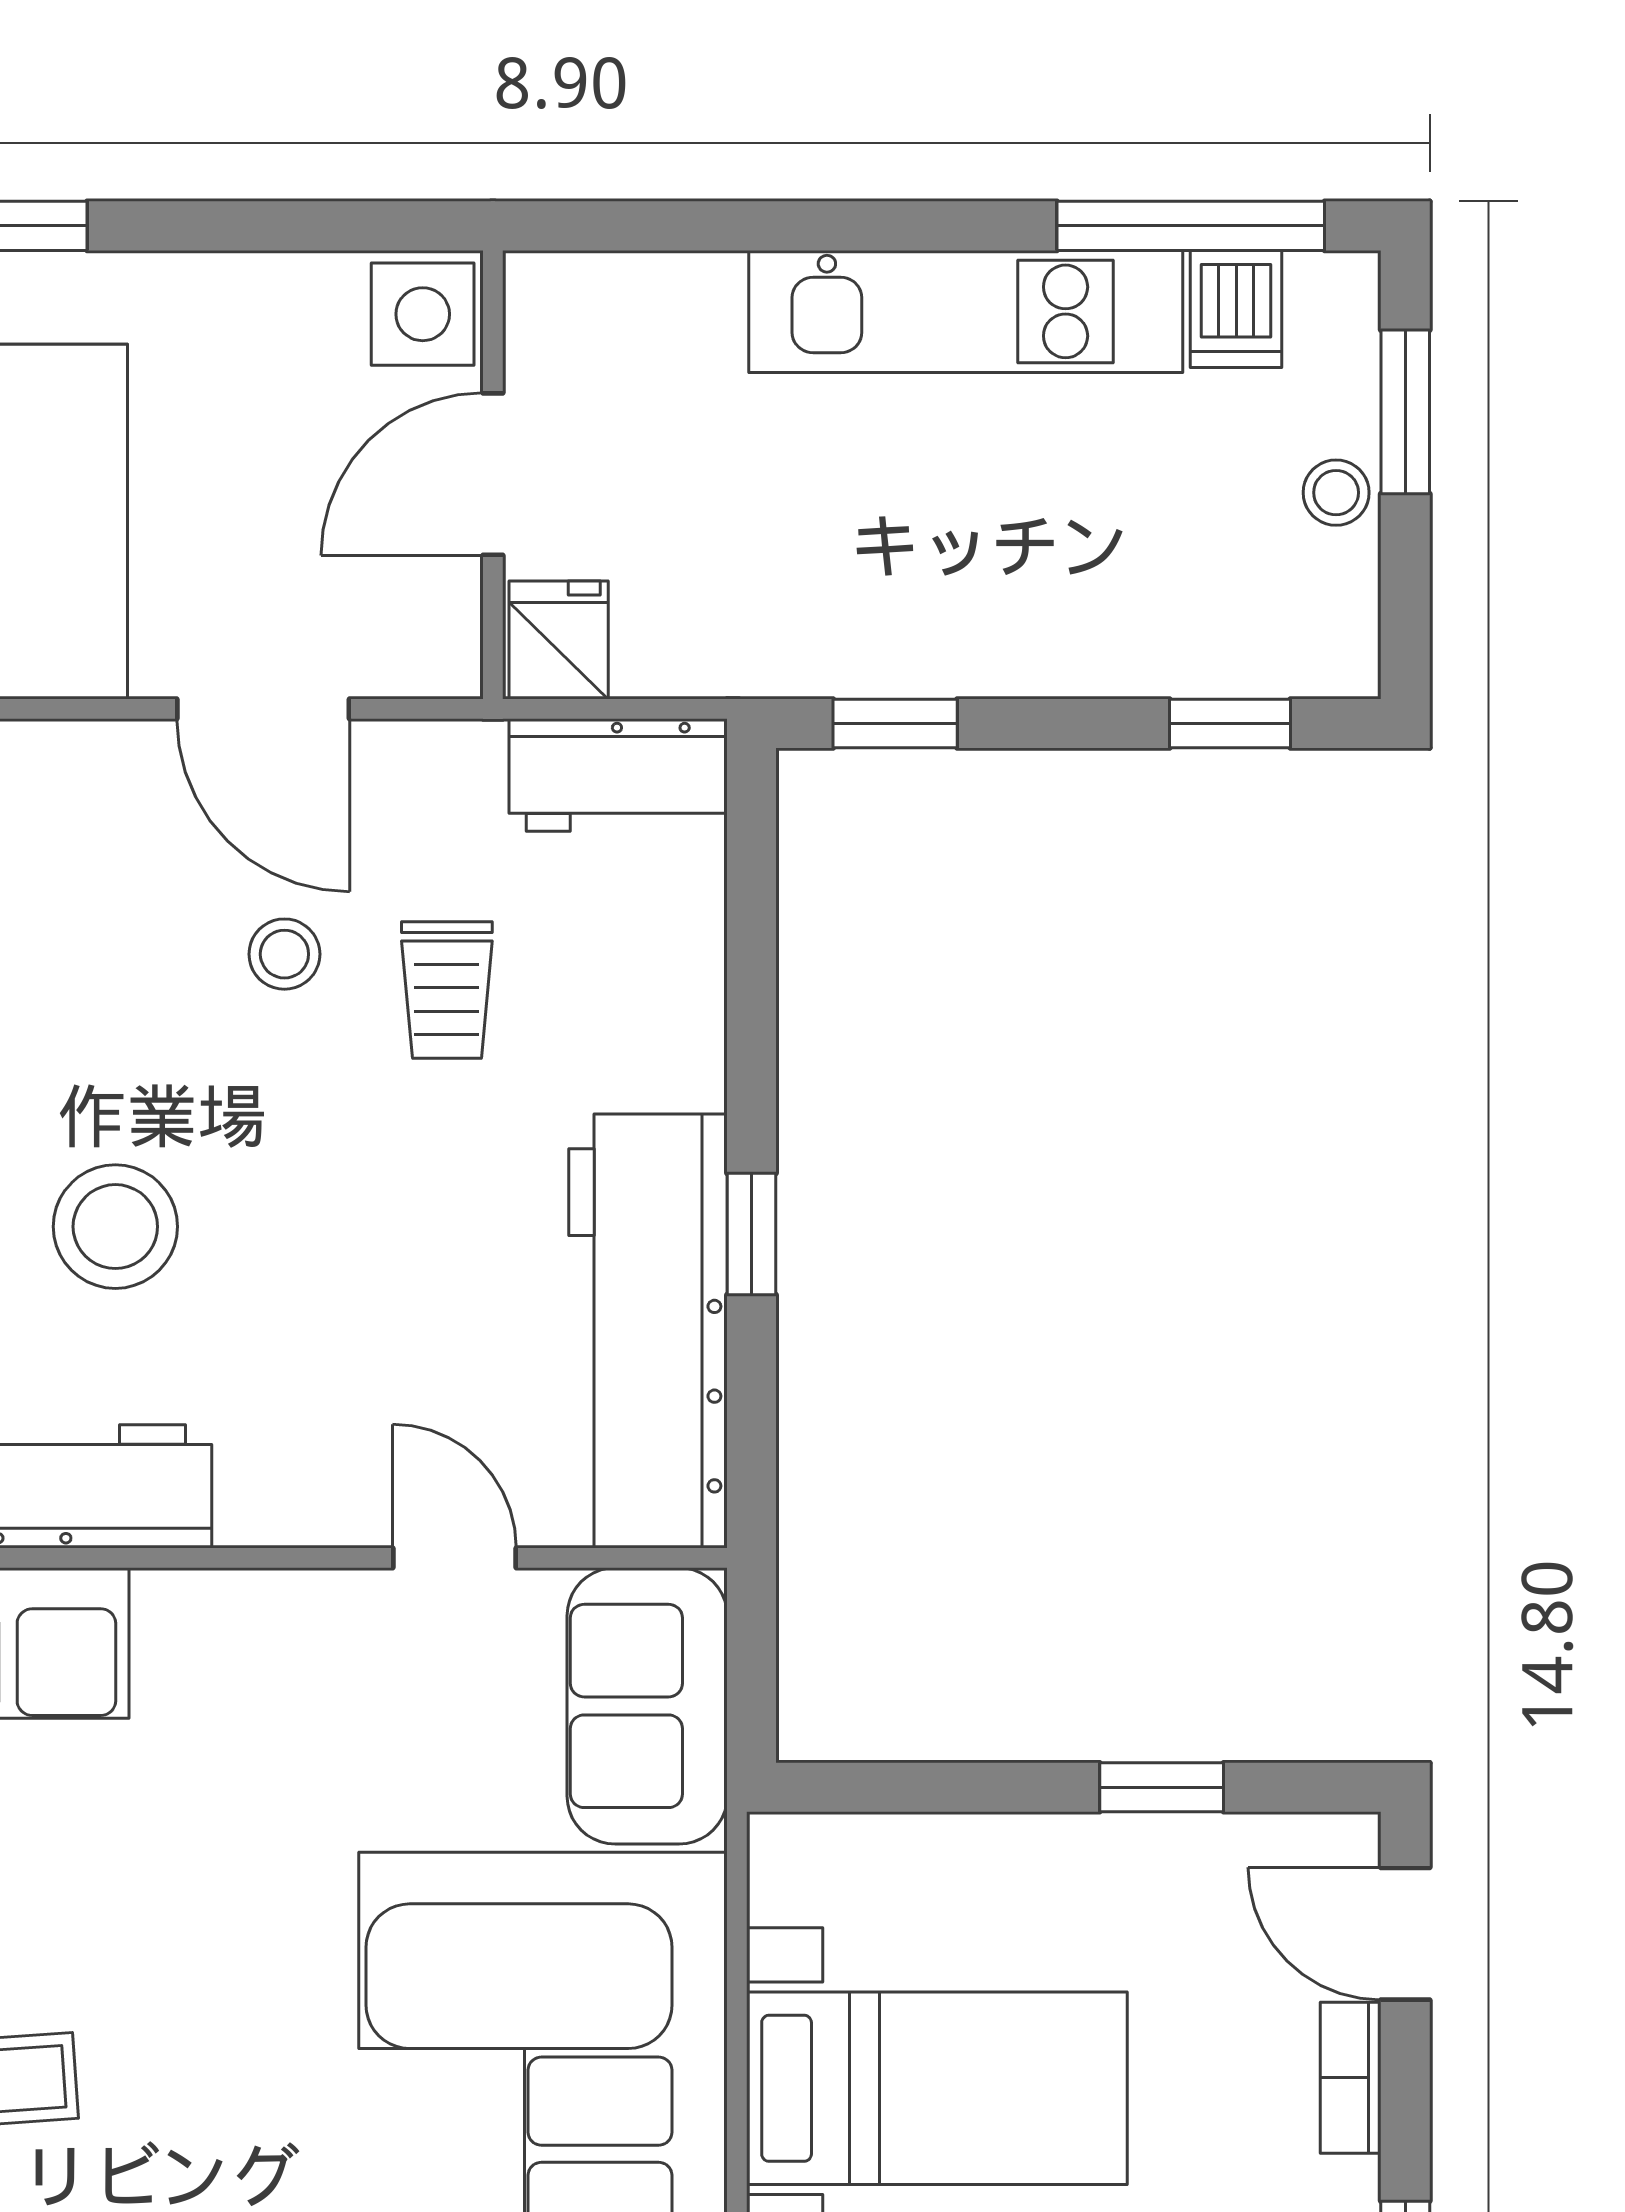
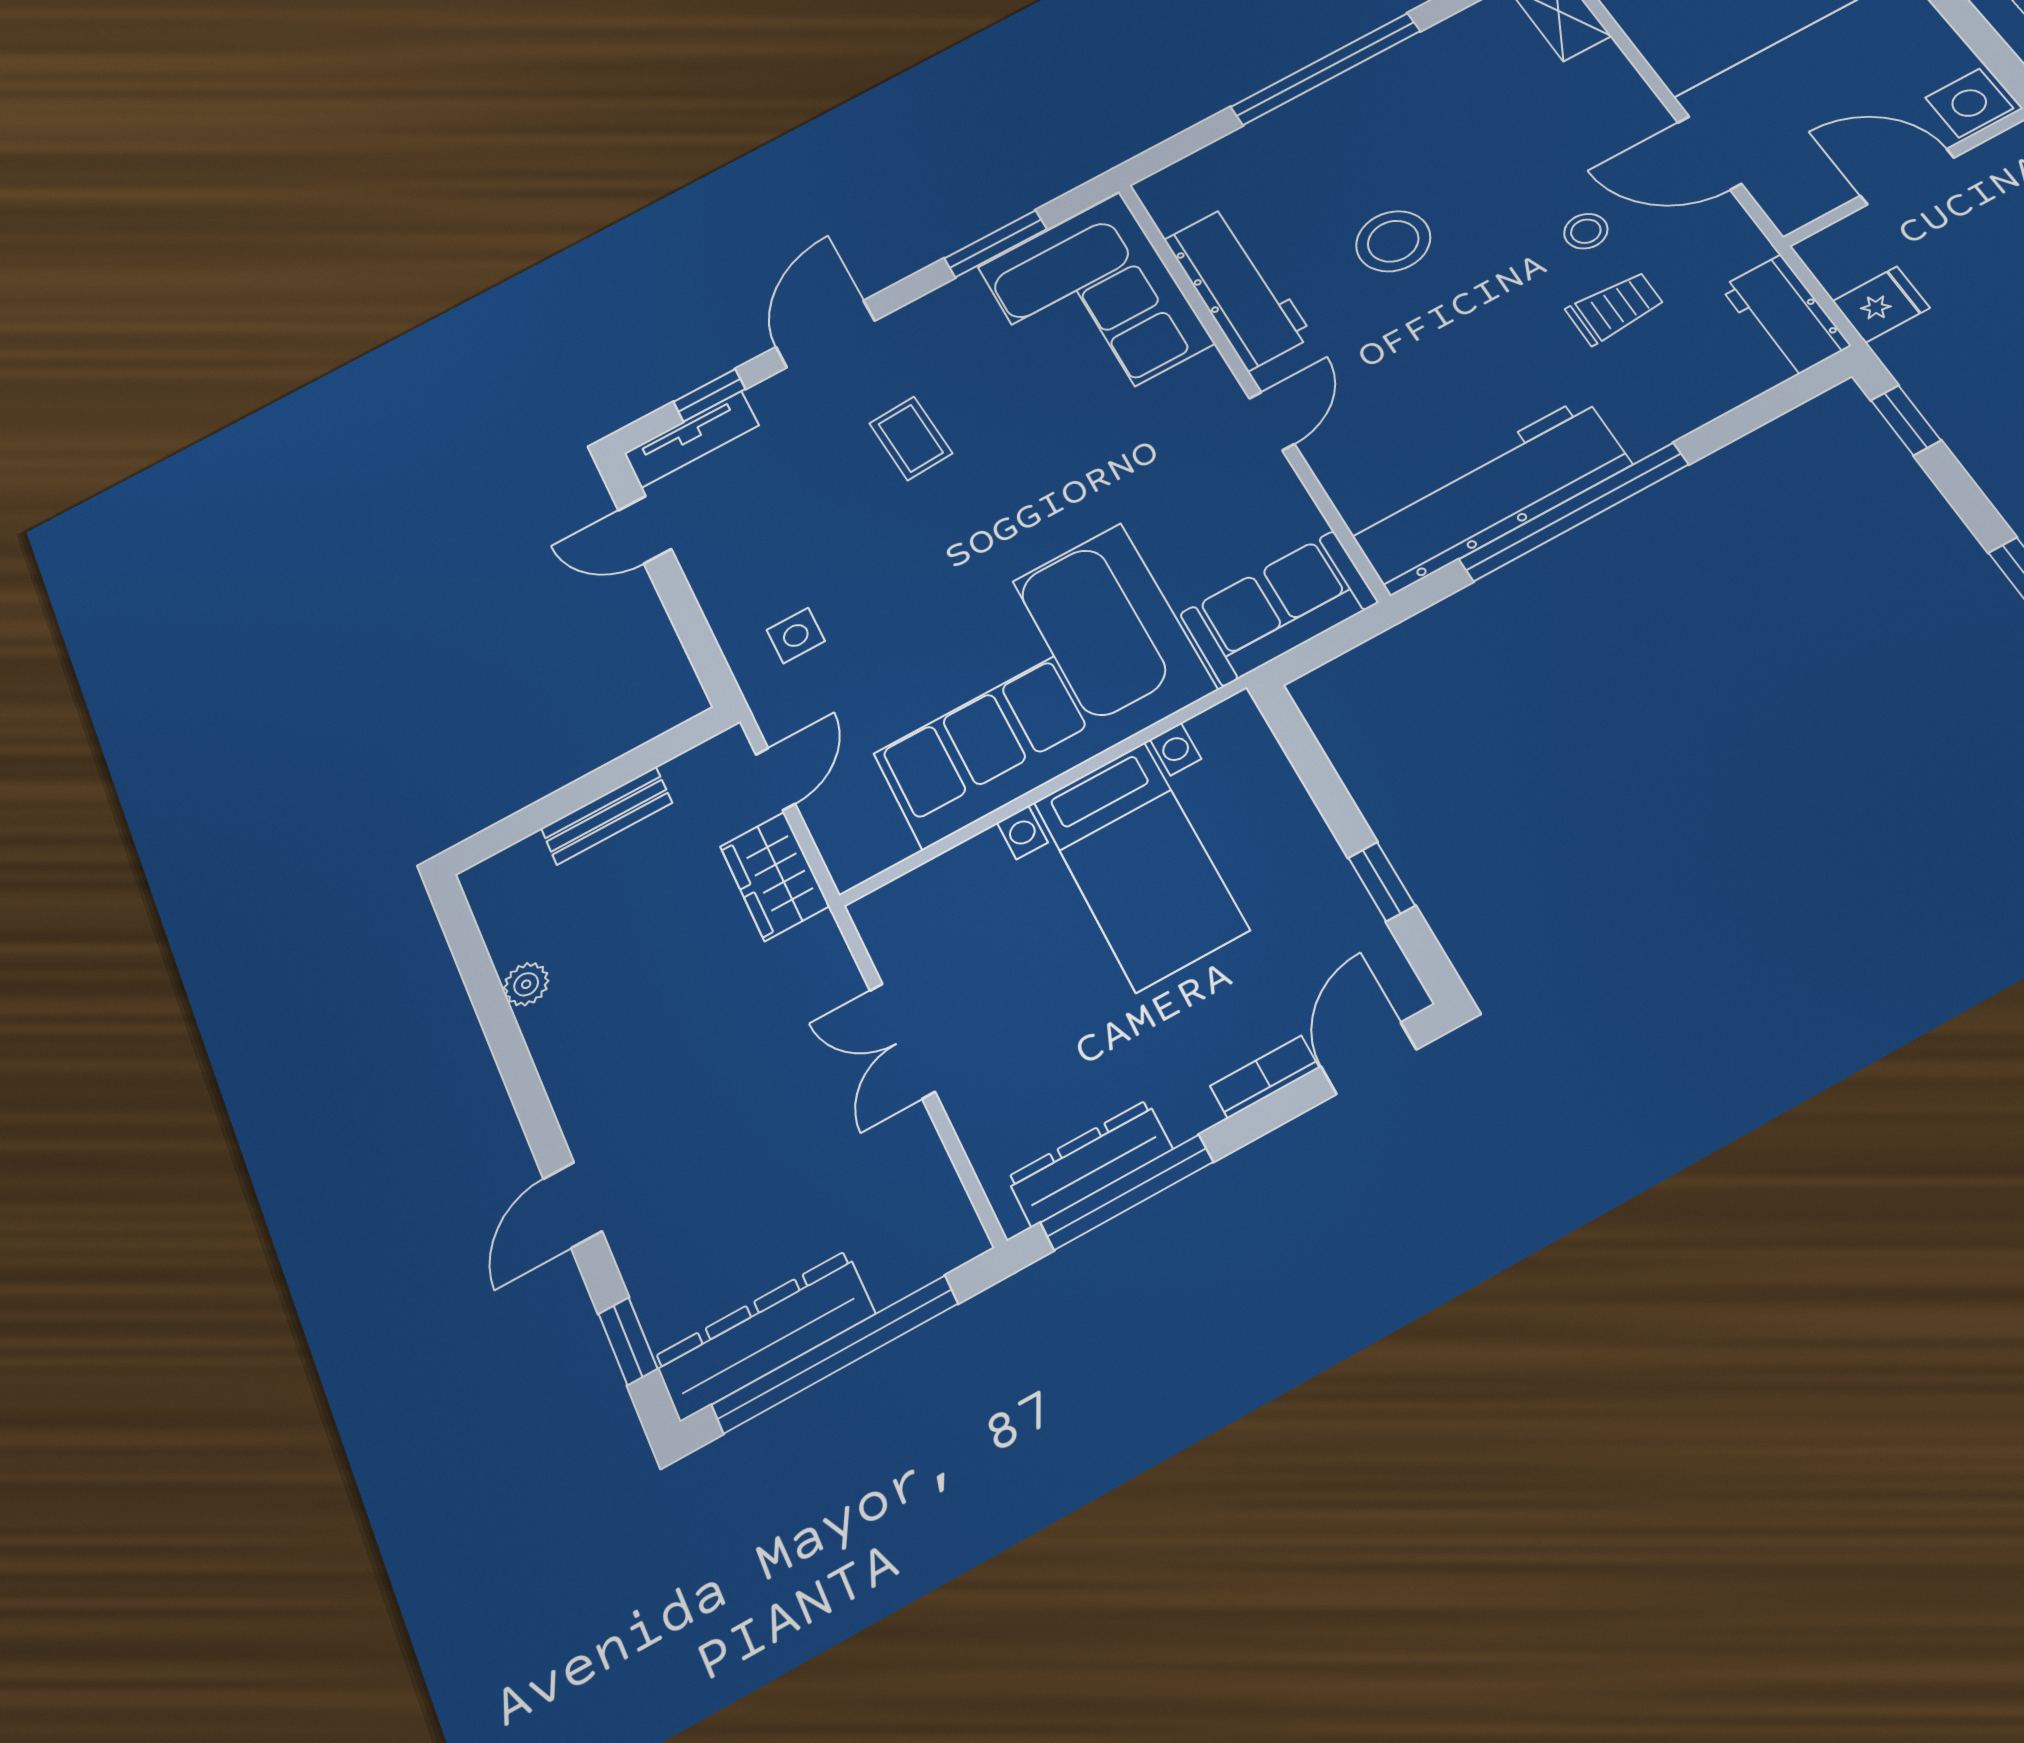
fridge: (559, 640) -> (1881, 305), moved
door: (263, 709) -> (1710, 153), hinge flipped
trolley: (447, 990) -> (1615, 308), turned 180
window: (752, 1234) -> (1574, 512), width x3.17
door: (454, 1558) -> (1272, 421), moved

